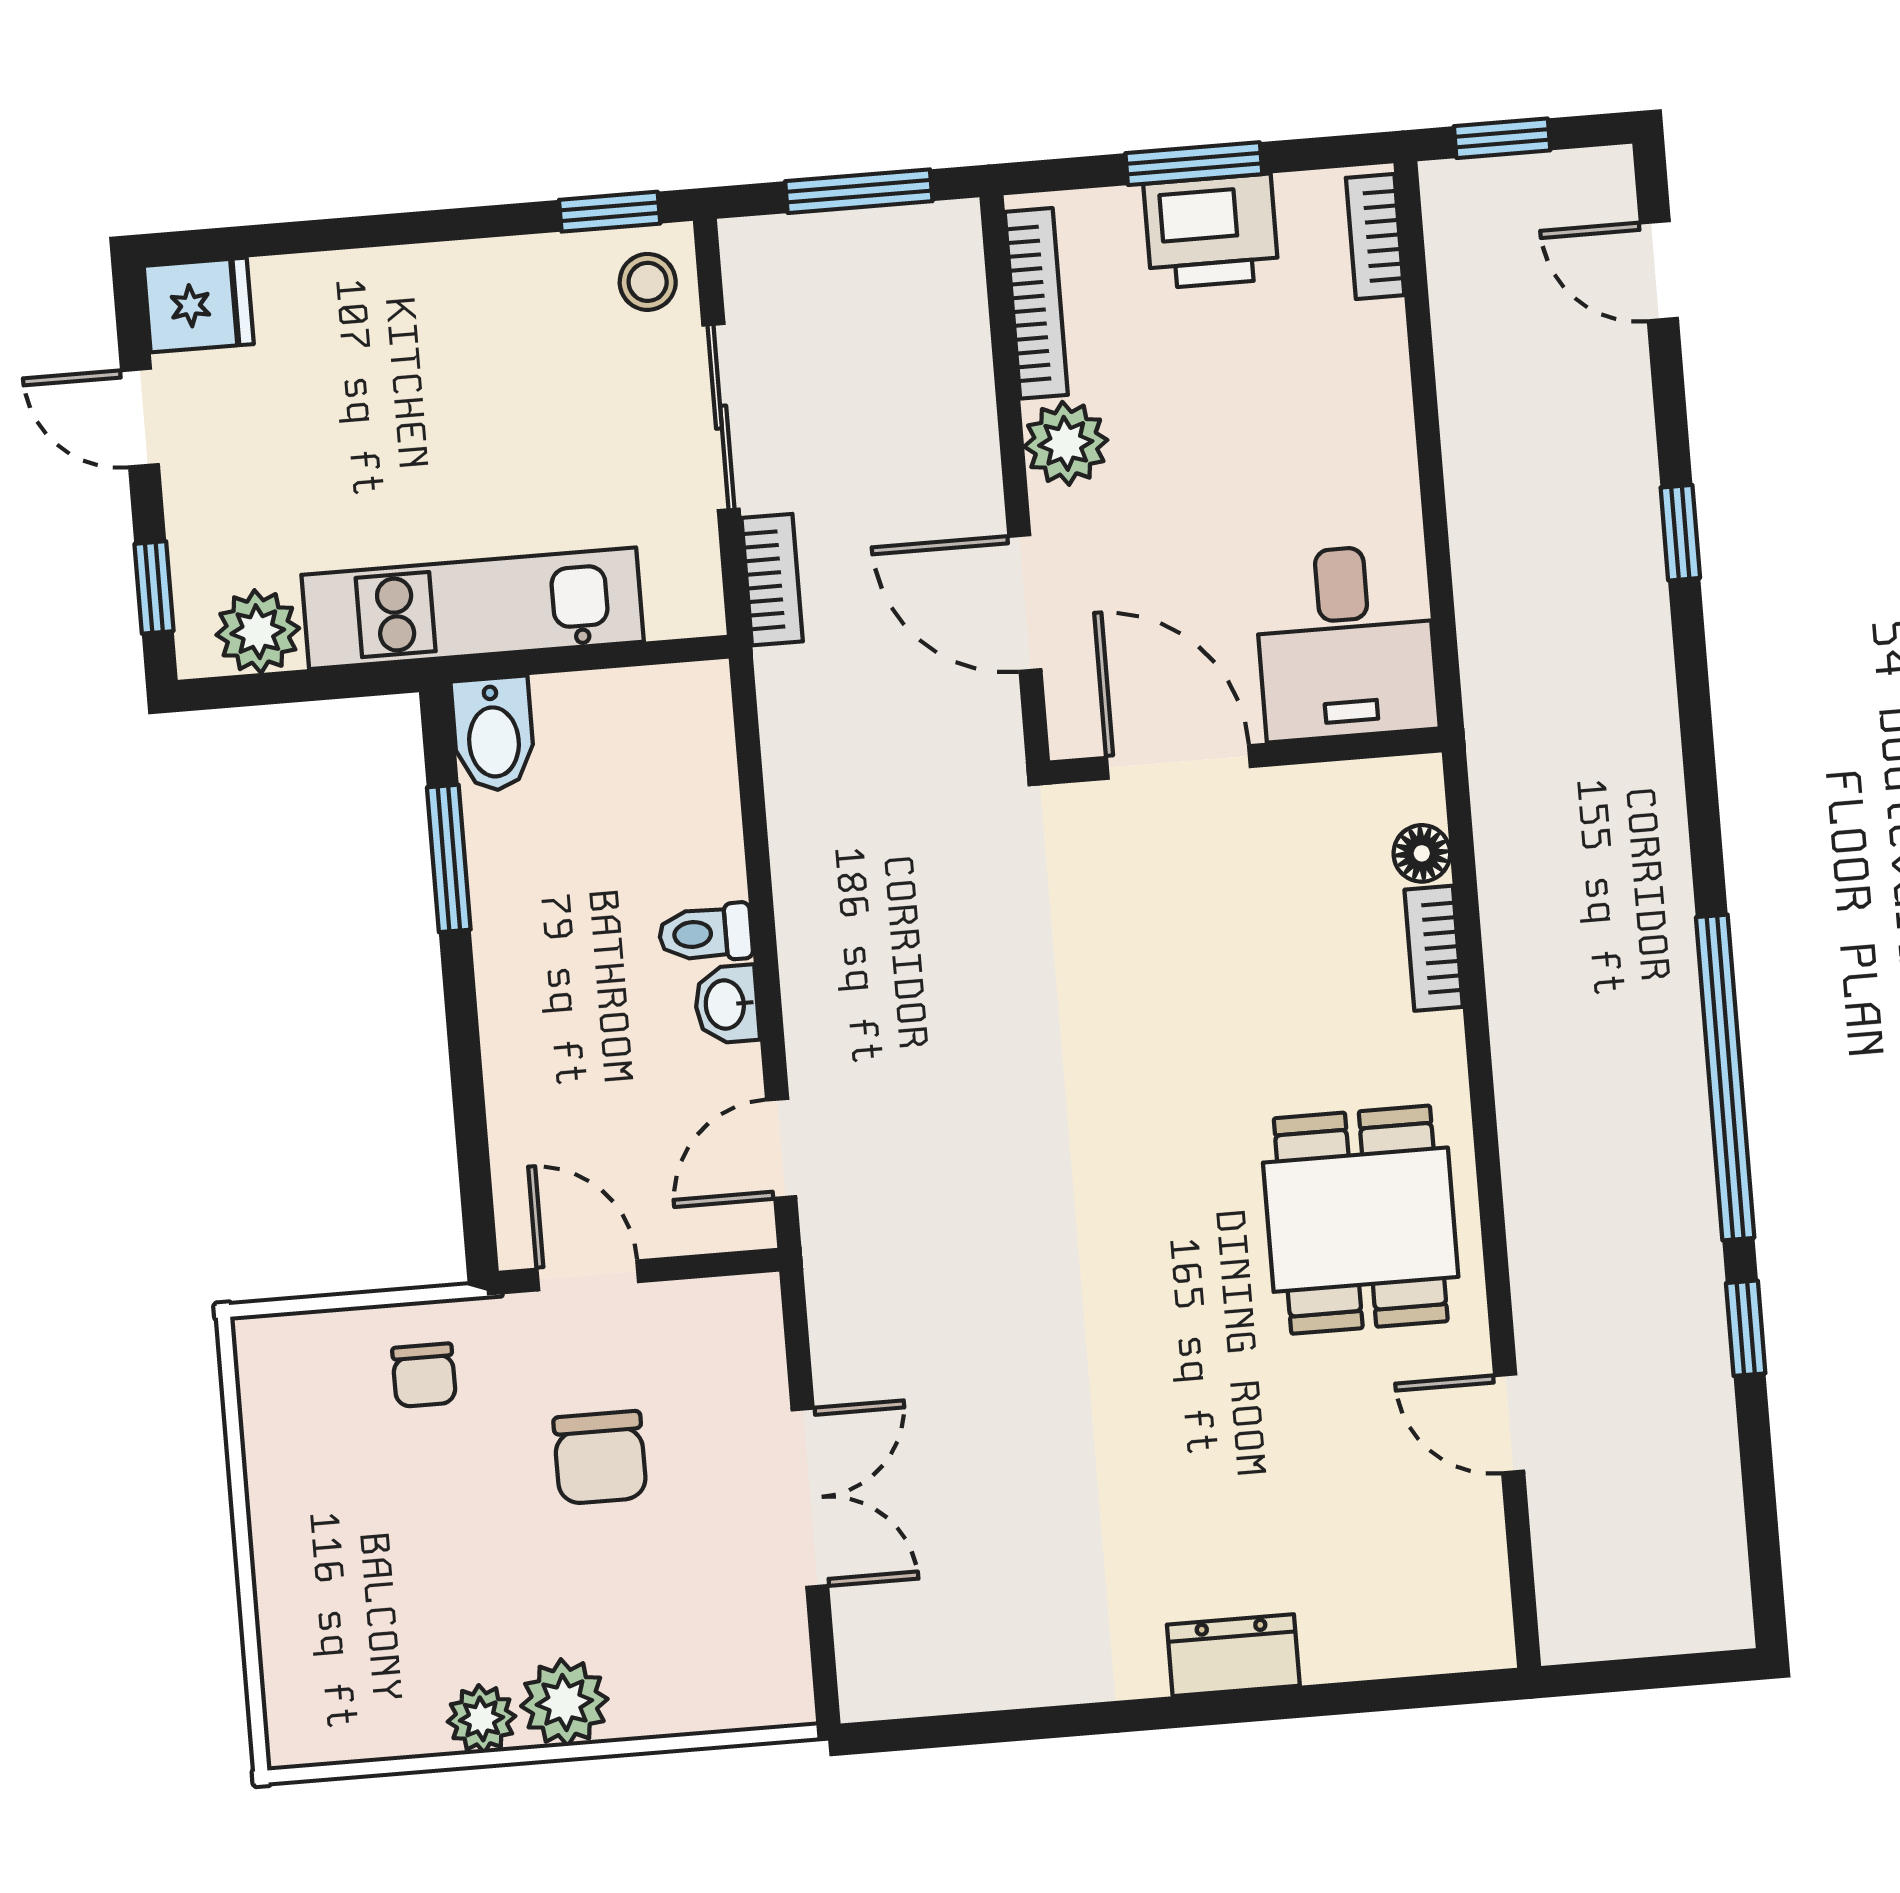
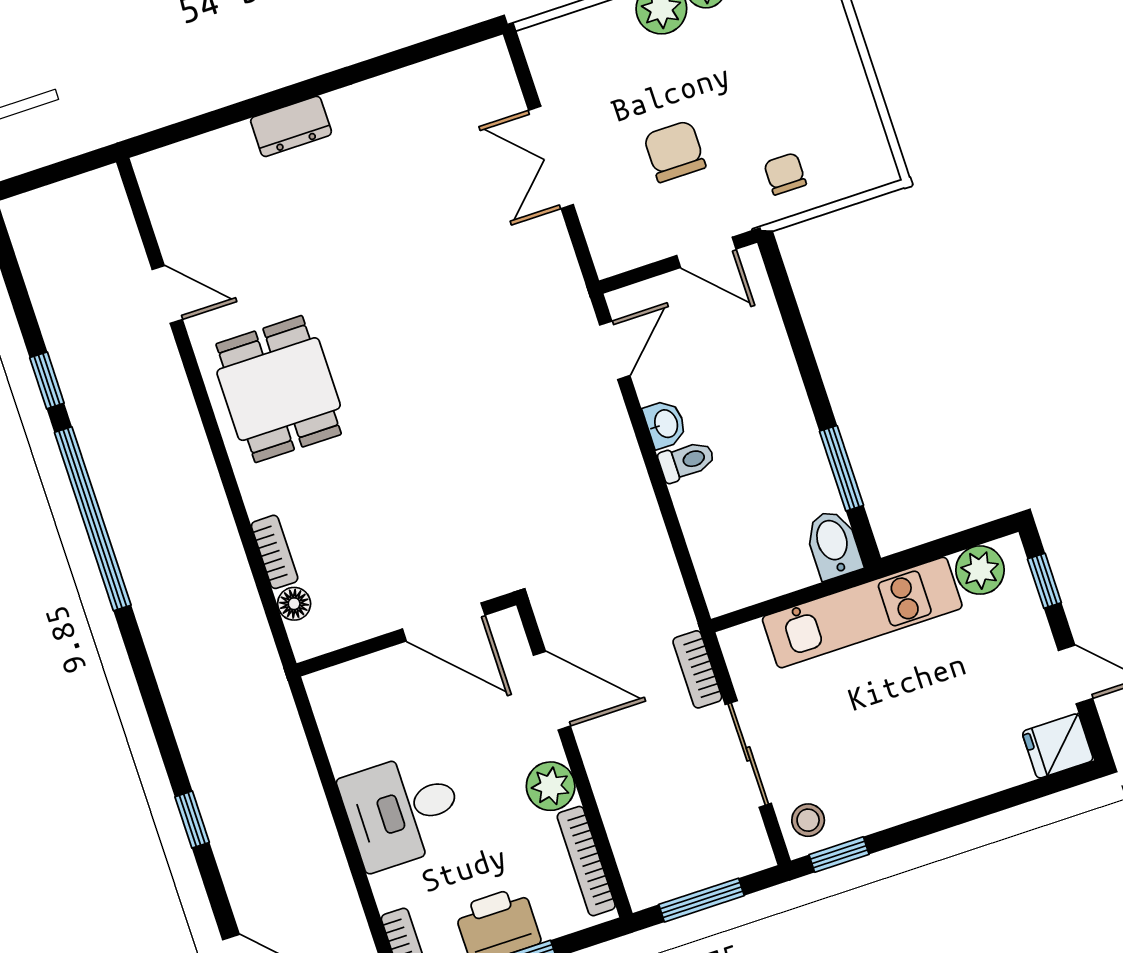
desk: (1346, 642) -> (402, 810), moved, turned -90

